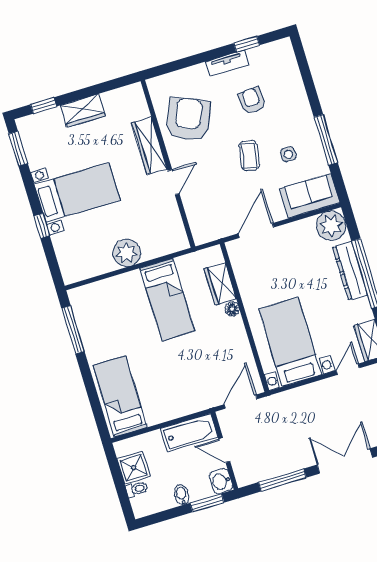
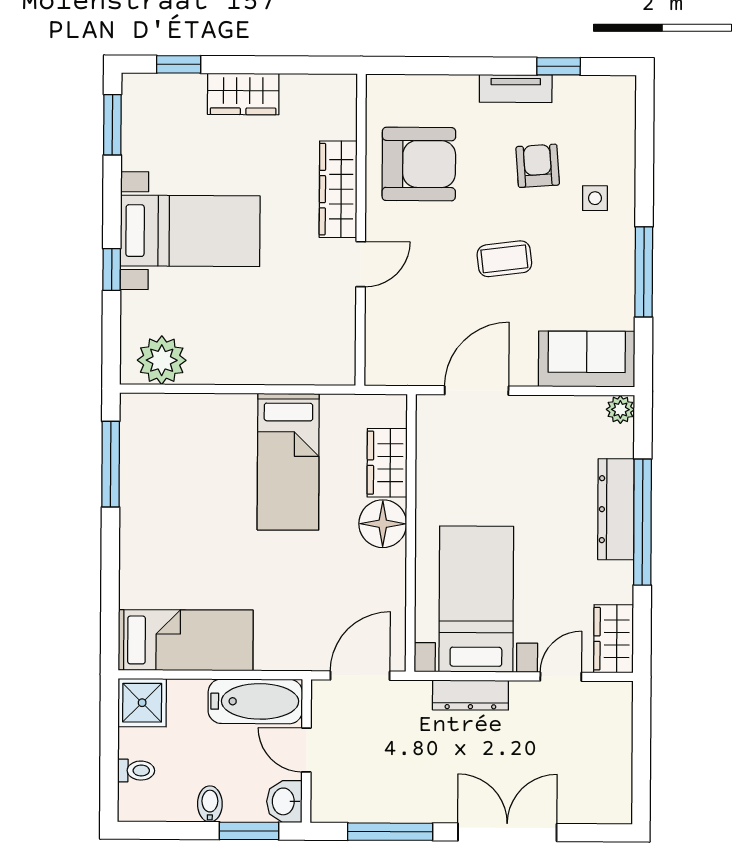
armchair: (188, 119) -> (419, 164), turned 67
side table: (288, 154) -> (595, 198), moved
coffee table: (249, 156) -> (504, 259), turned 73
plant: (331, 226) -> (620, 409), width x0.53, depth x0.53
plant: (127, 253) -> (162, 360), moved
floor lamp: (232, 309) -> (383, 524), width x1.89, depth x1.89
dresser: (303, 394) -> (470, 695), added
bed: (120, 396) -> (186, 640), moved, turned 90
shower: (134, 468) -> (142, 703), moved

